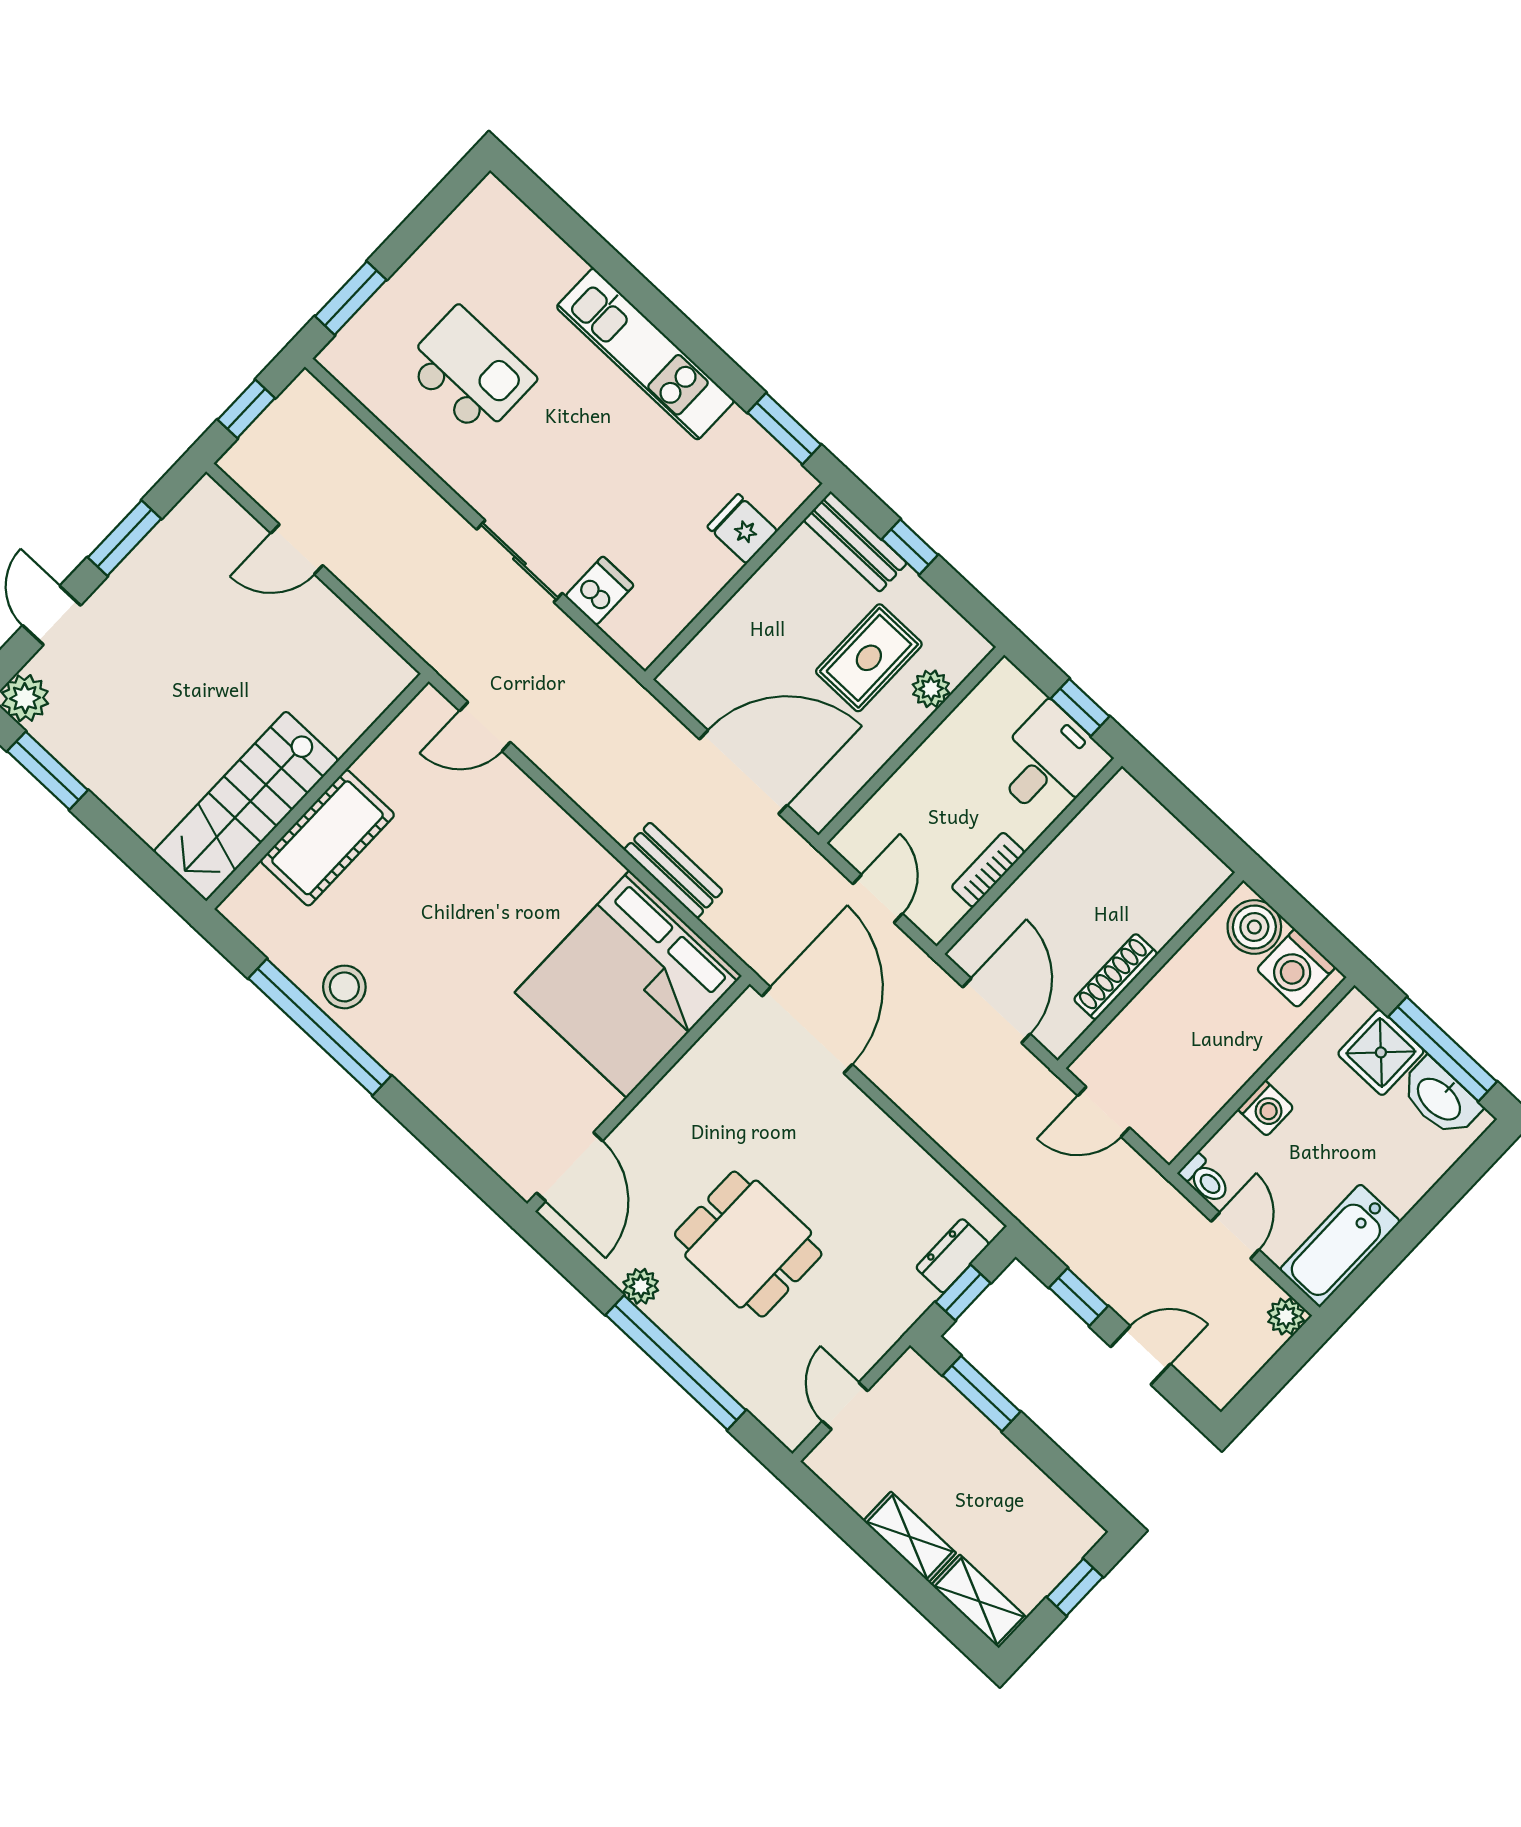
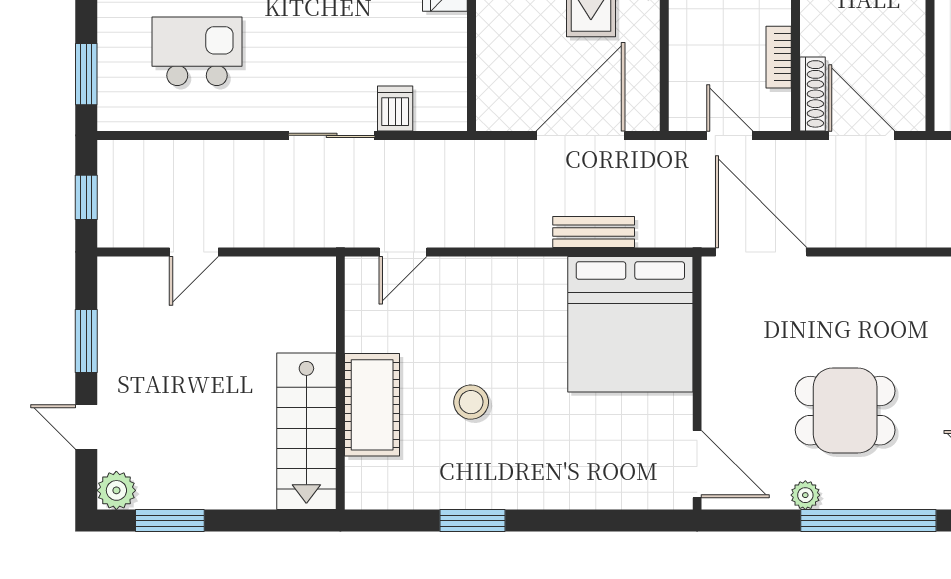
shoe rack: (1116, 977) -> (812, 94), moved, turned 180
stool: (344, 987) -> (471, 402), moved
window: (320, 1027) -> (473, 521), width x0.47

